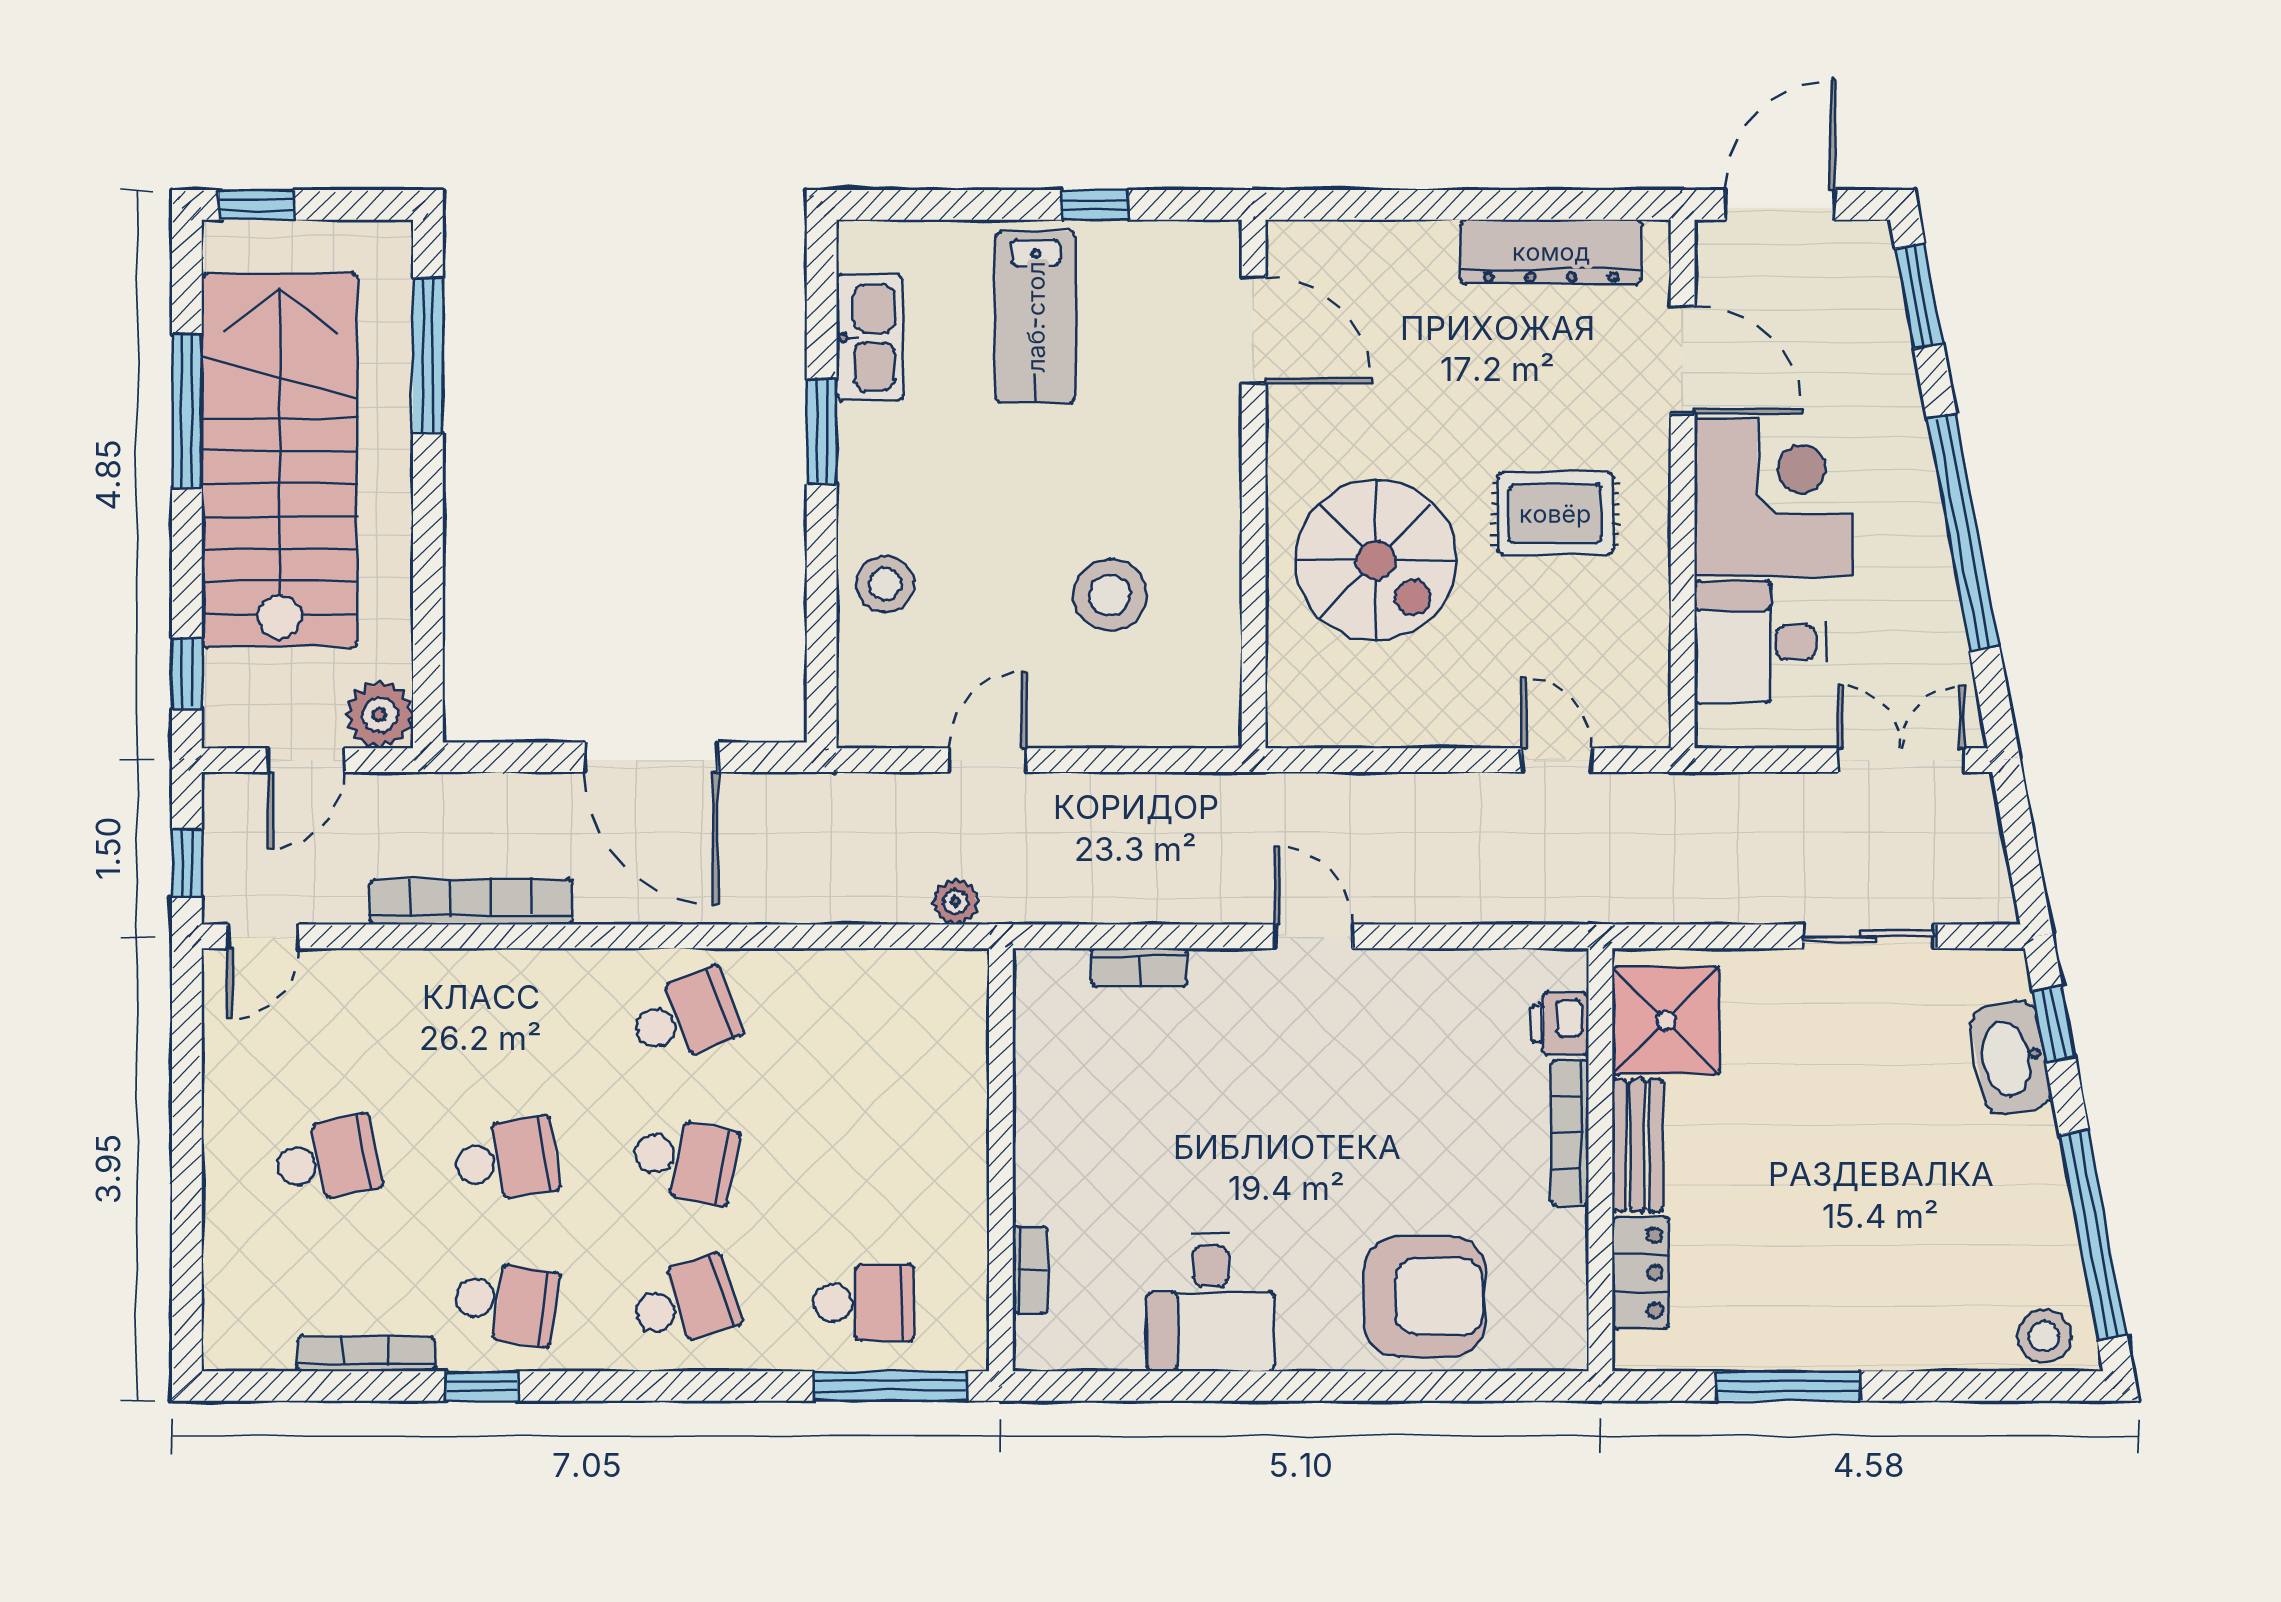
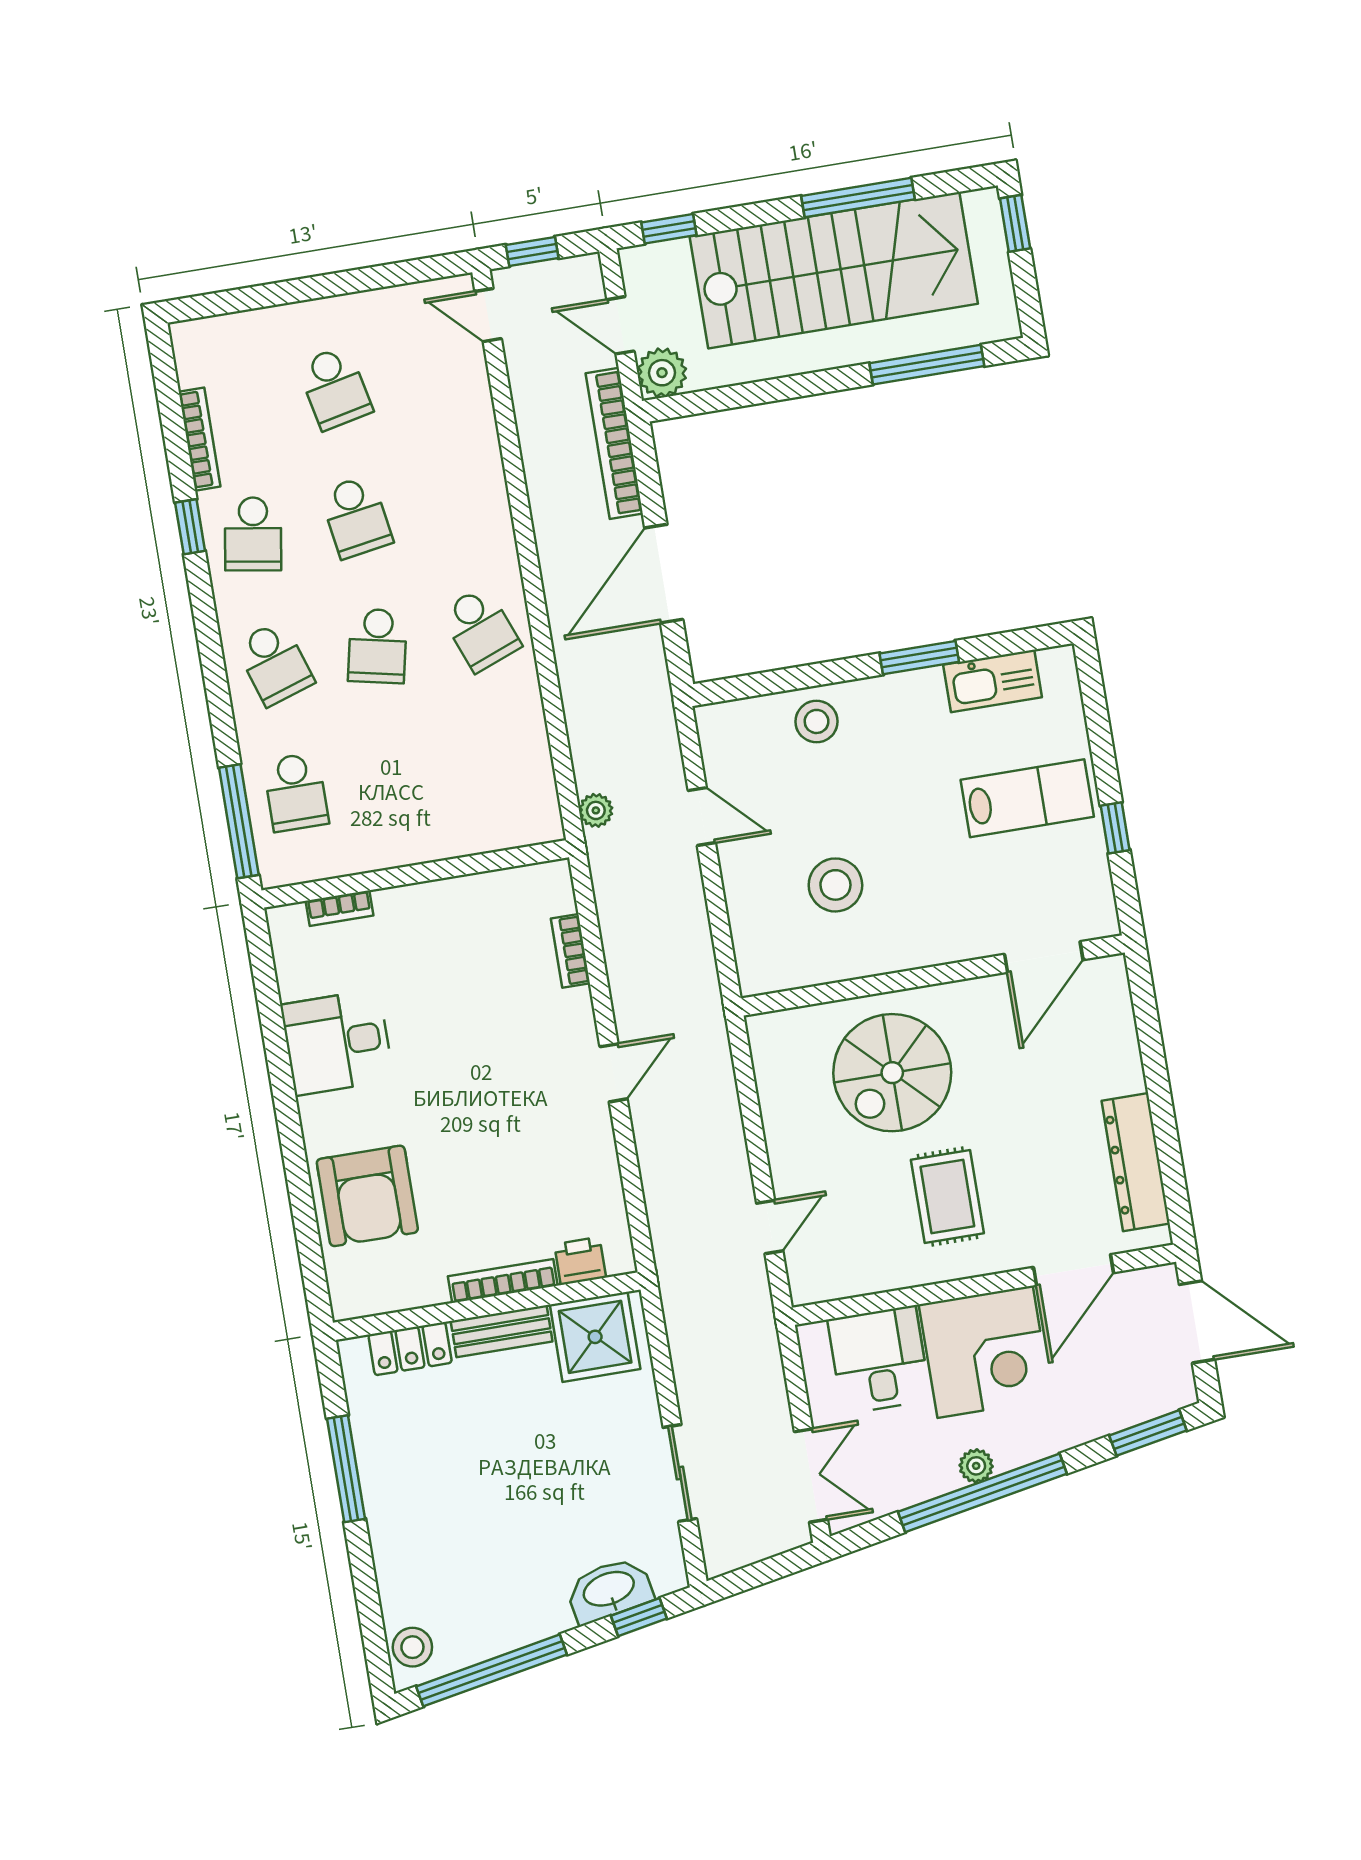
lab bench: (1036, 317) -> (1027, 798), turned 180
plant: (1925, 535) -> (976, 1466), added
bookcase: (471, 902) -> (614, 443), moved, turned 180

